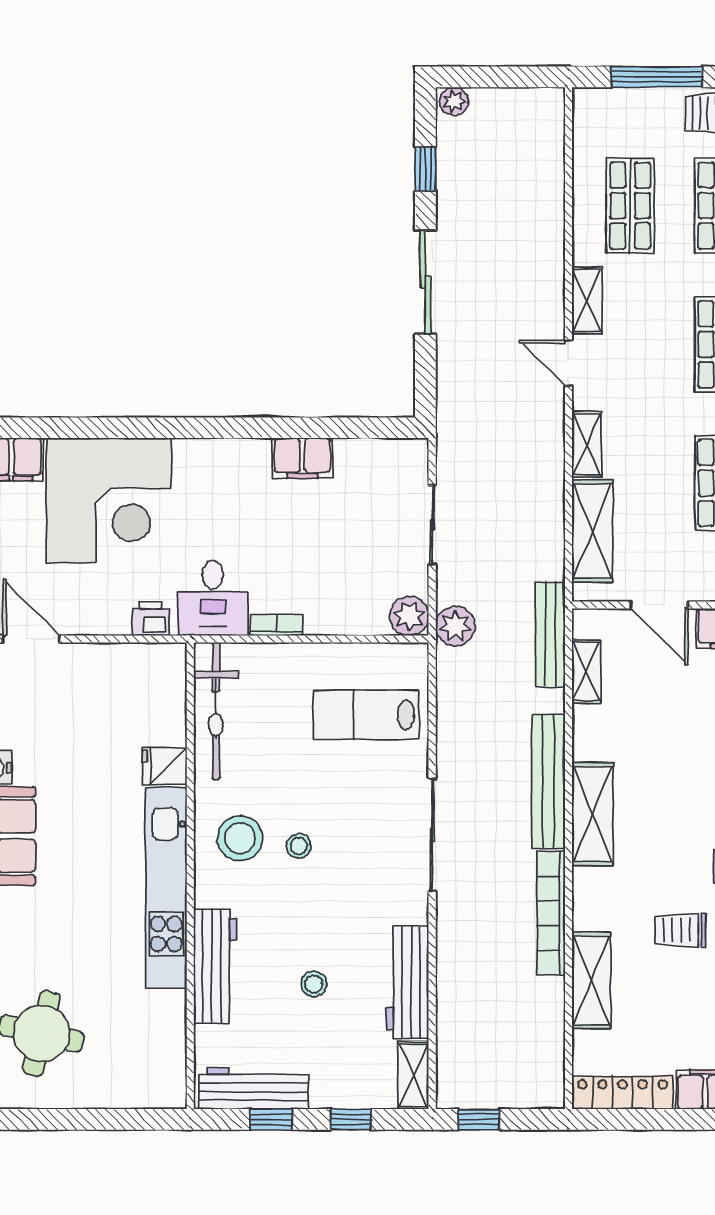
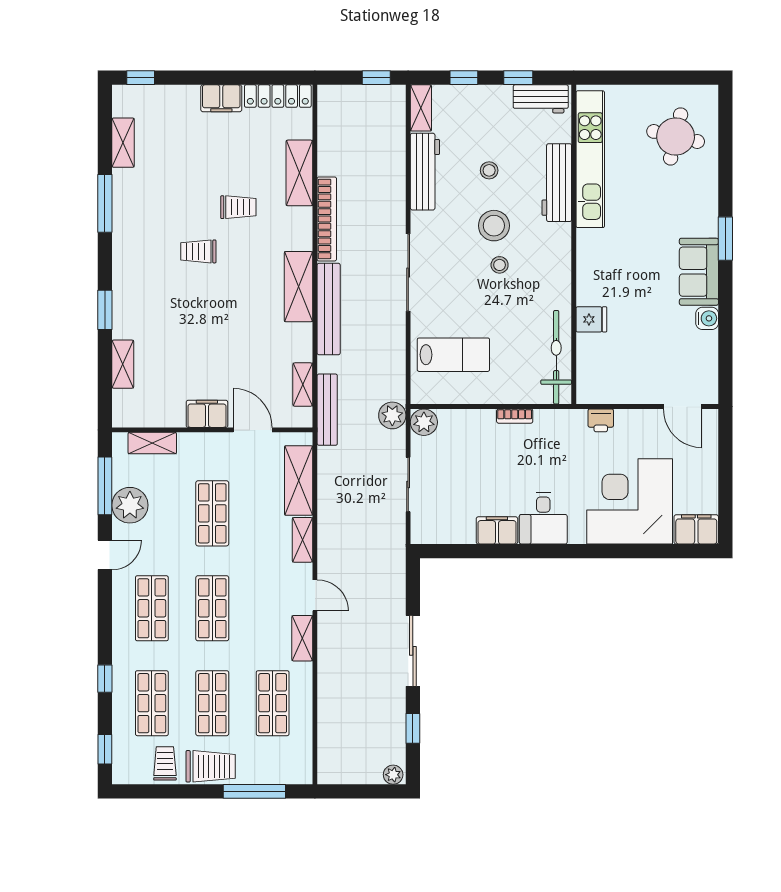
desk: (213, 598) -> (543, 518), moved, turned 180
stool: (240, 838) -> (494, 226), moved
kitchen unit: (166, 888) -> (590, 159), moved
workbench: (253, 1088) -> (541, 99), width x0.73

